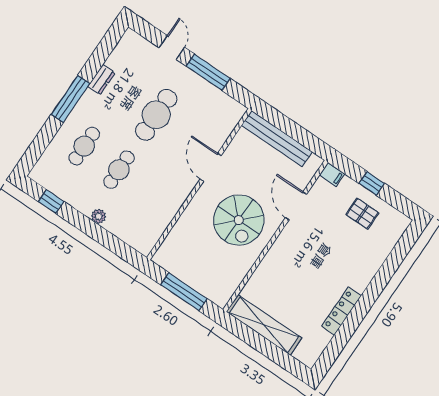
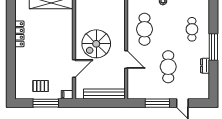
cafe table: (119, 170) -> (145, 29), moved, width x1.37, depth x1.35
window: (372, 183) -> (46, 103), width x2.17
door: (296, 206) -> (74, 69), hinge flipped
spiral stairs: (239, 220) -> (96, 44), turned -90

